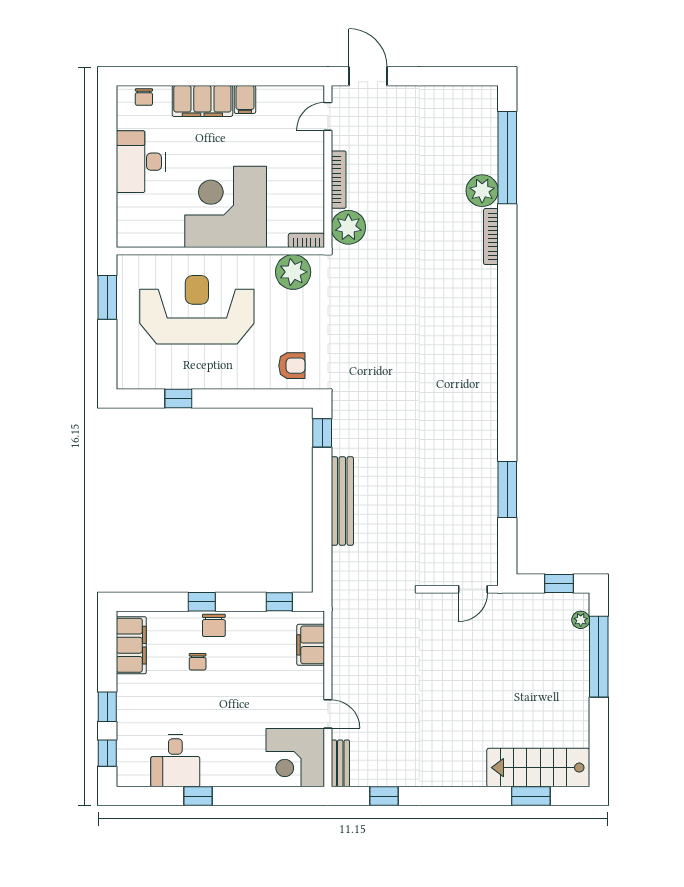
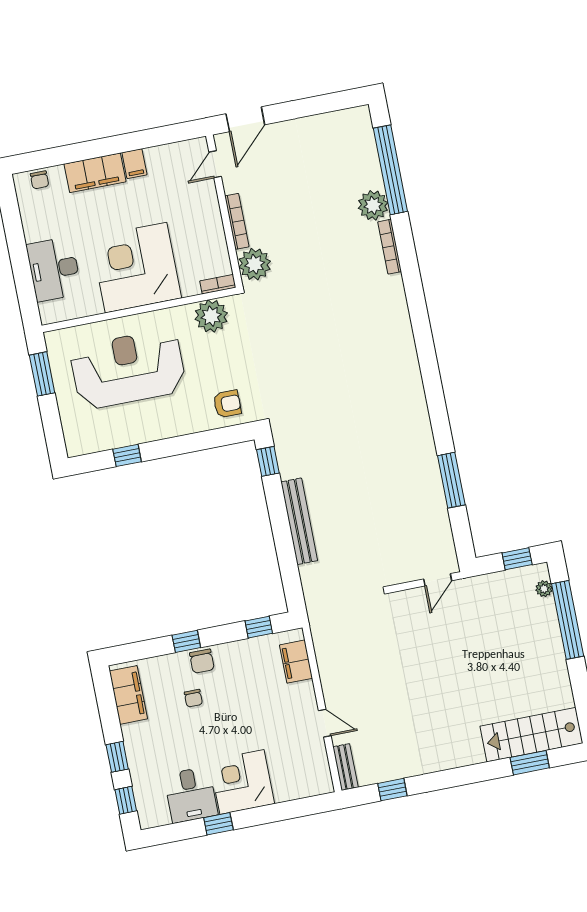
door: (368, 76) -> (245, 119), swing flipped
desk: (141, 162) -> (54, 269), moved
corner desk: (295, 757) -> (242, 782), moved, turned 90

